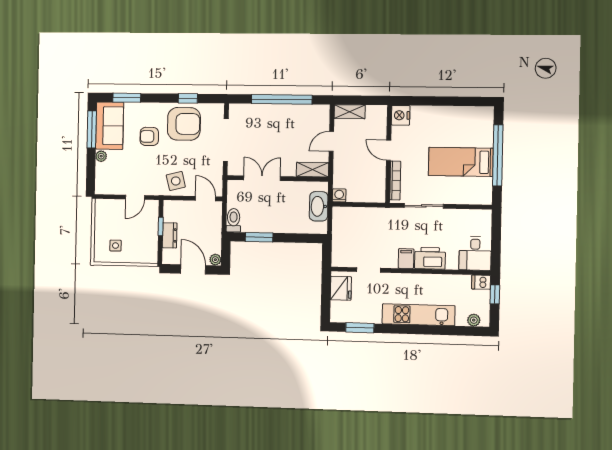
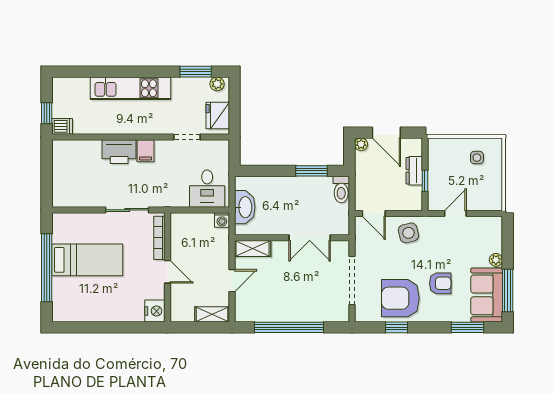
desk: (475, 253) -> (207, 189), moved, turned 180
plant: (474, 320) -> (217, 84), moved

